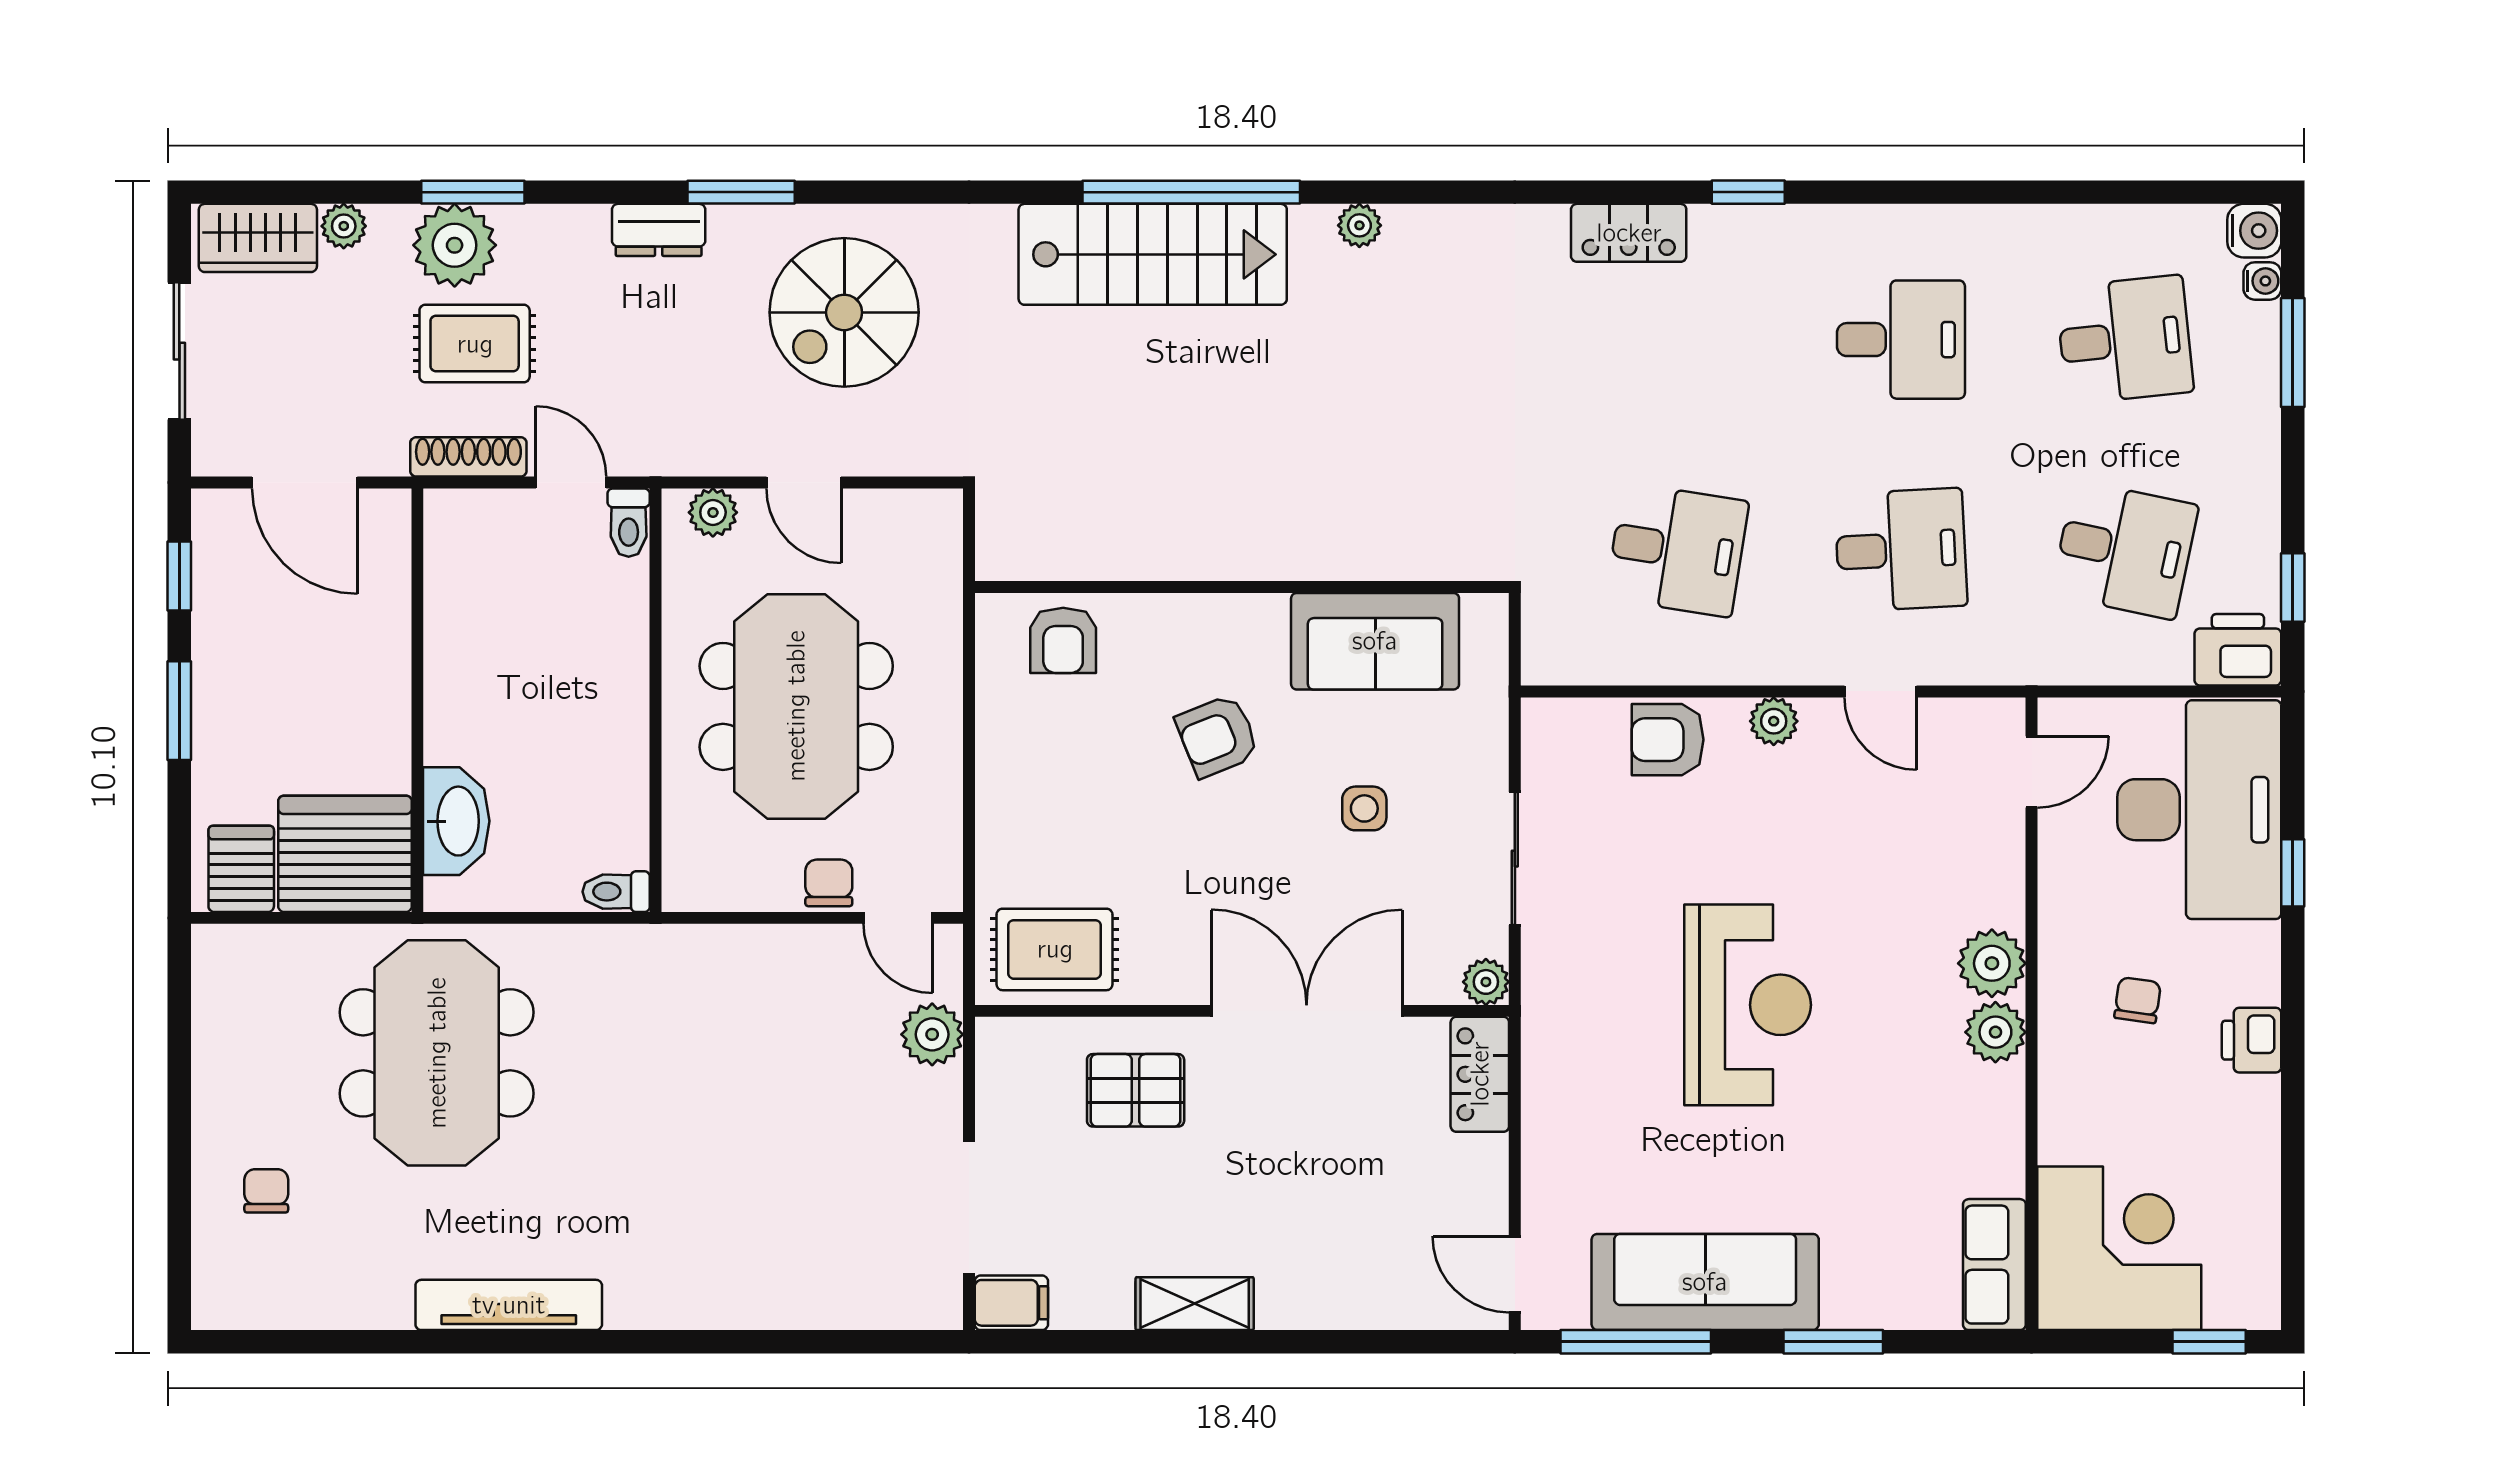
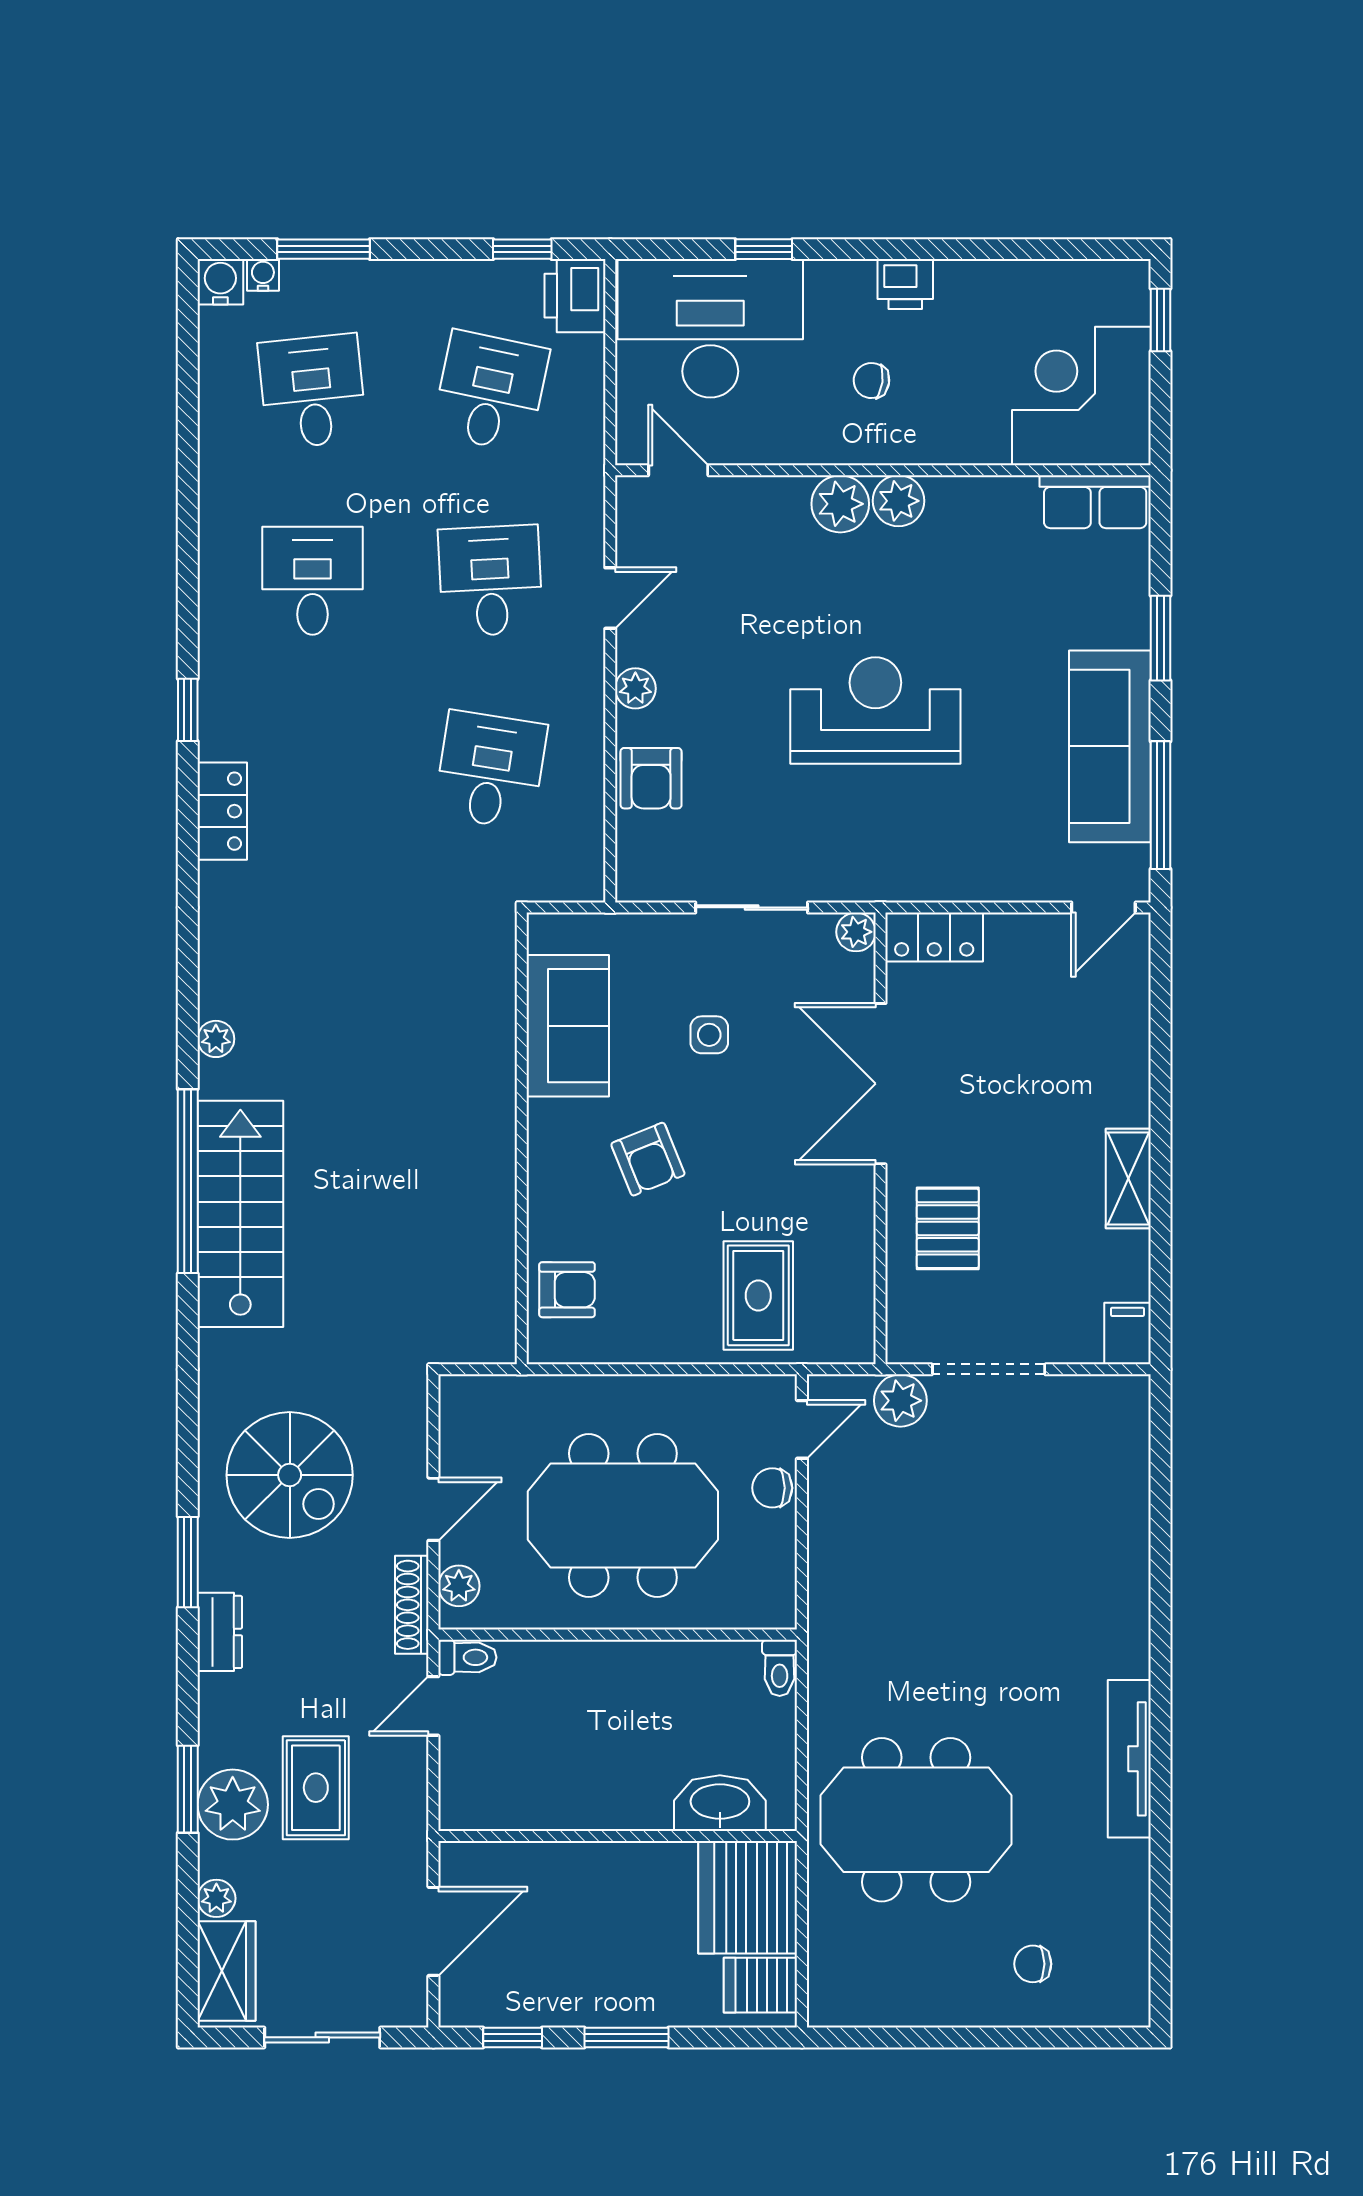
shoe rack: (468, 457) -> (412, 1605), moved
rug: (1055, 949) -> (758, 1295), moved
doorway: (969, 1207) -> (989, 1369), moved

